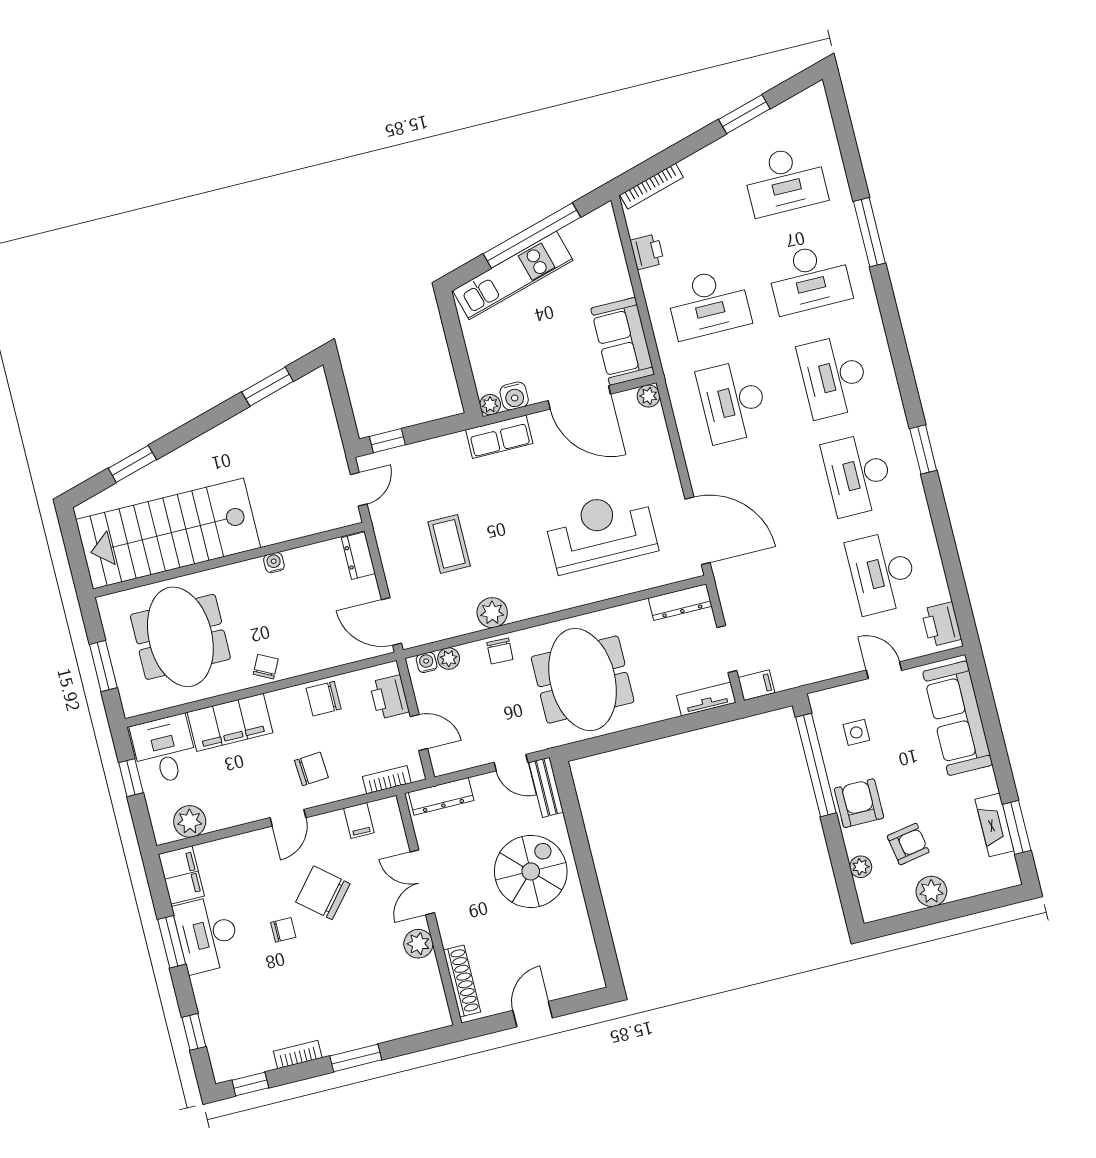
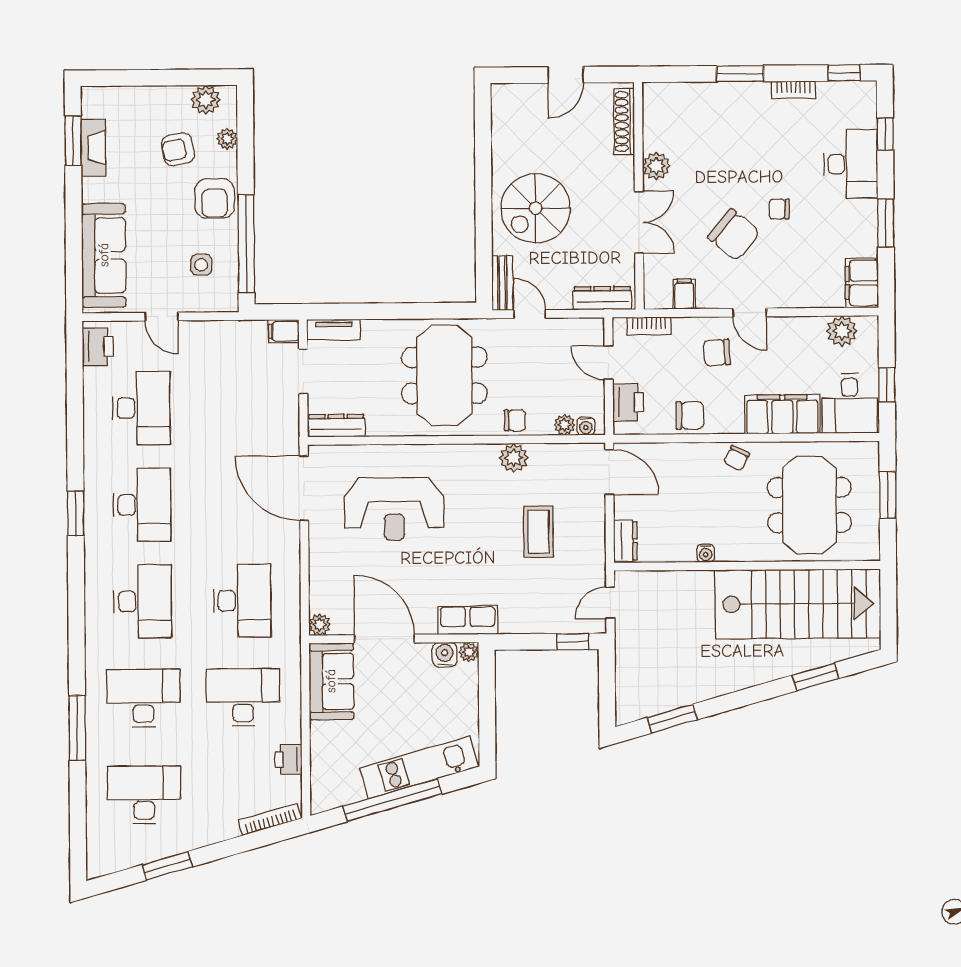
chair: (500, 651) -> (515, 420), turned 88
door: (288, 818) -> (750, 313), swing flipped
plant: (931, 891) -> (206, 100), moved
desk: (207, 934) -> (851, 164), moved

